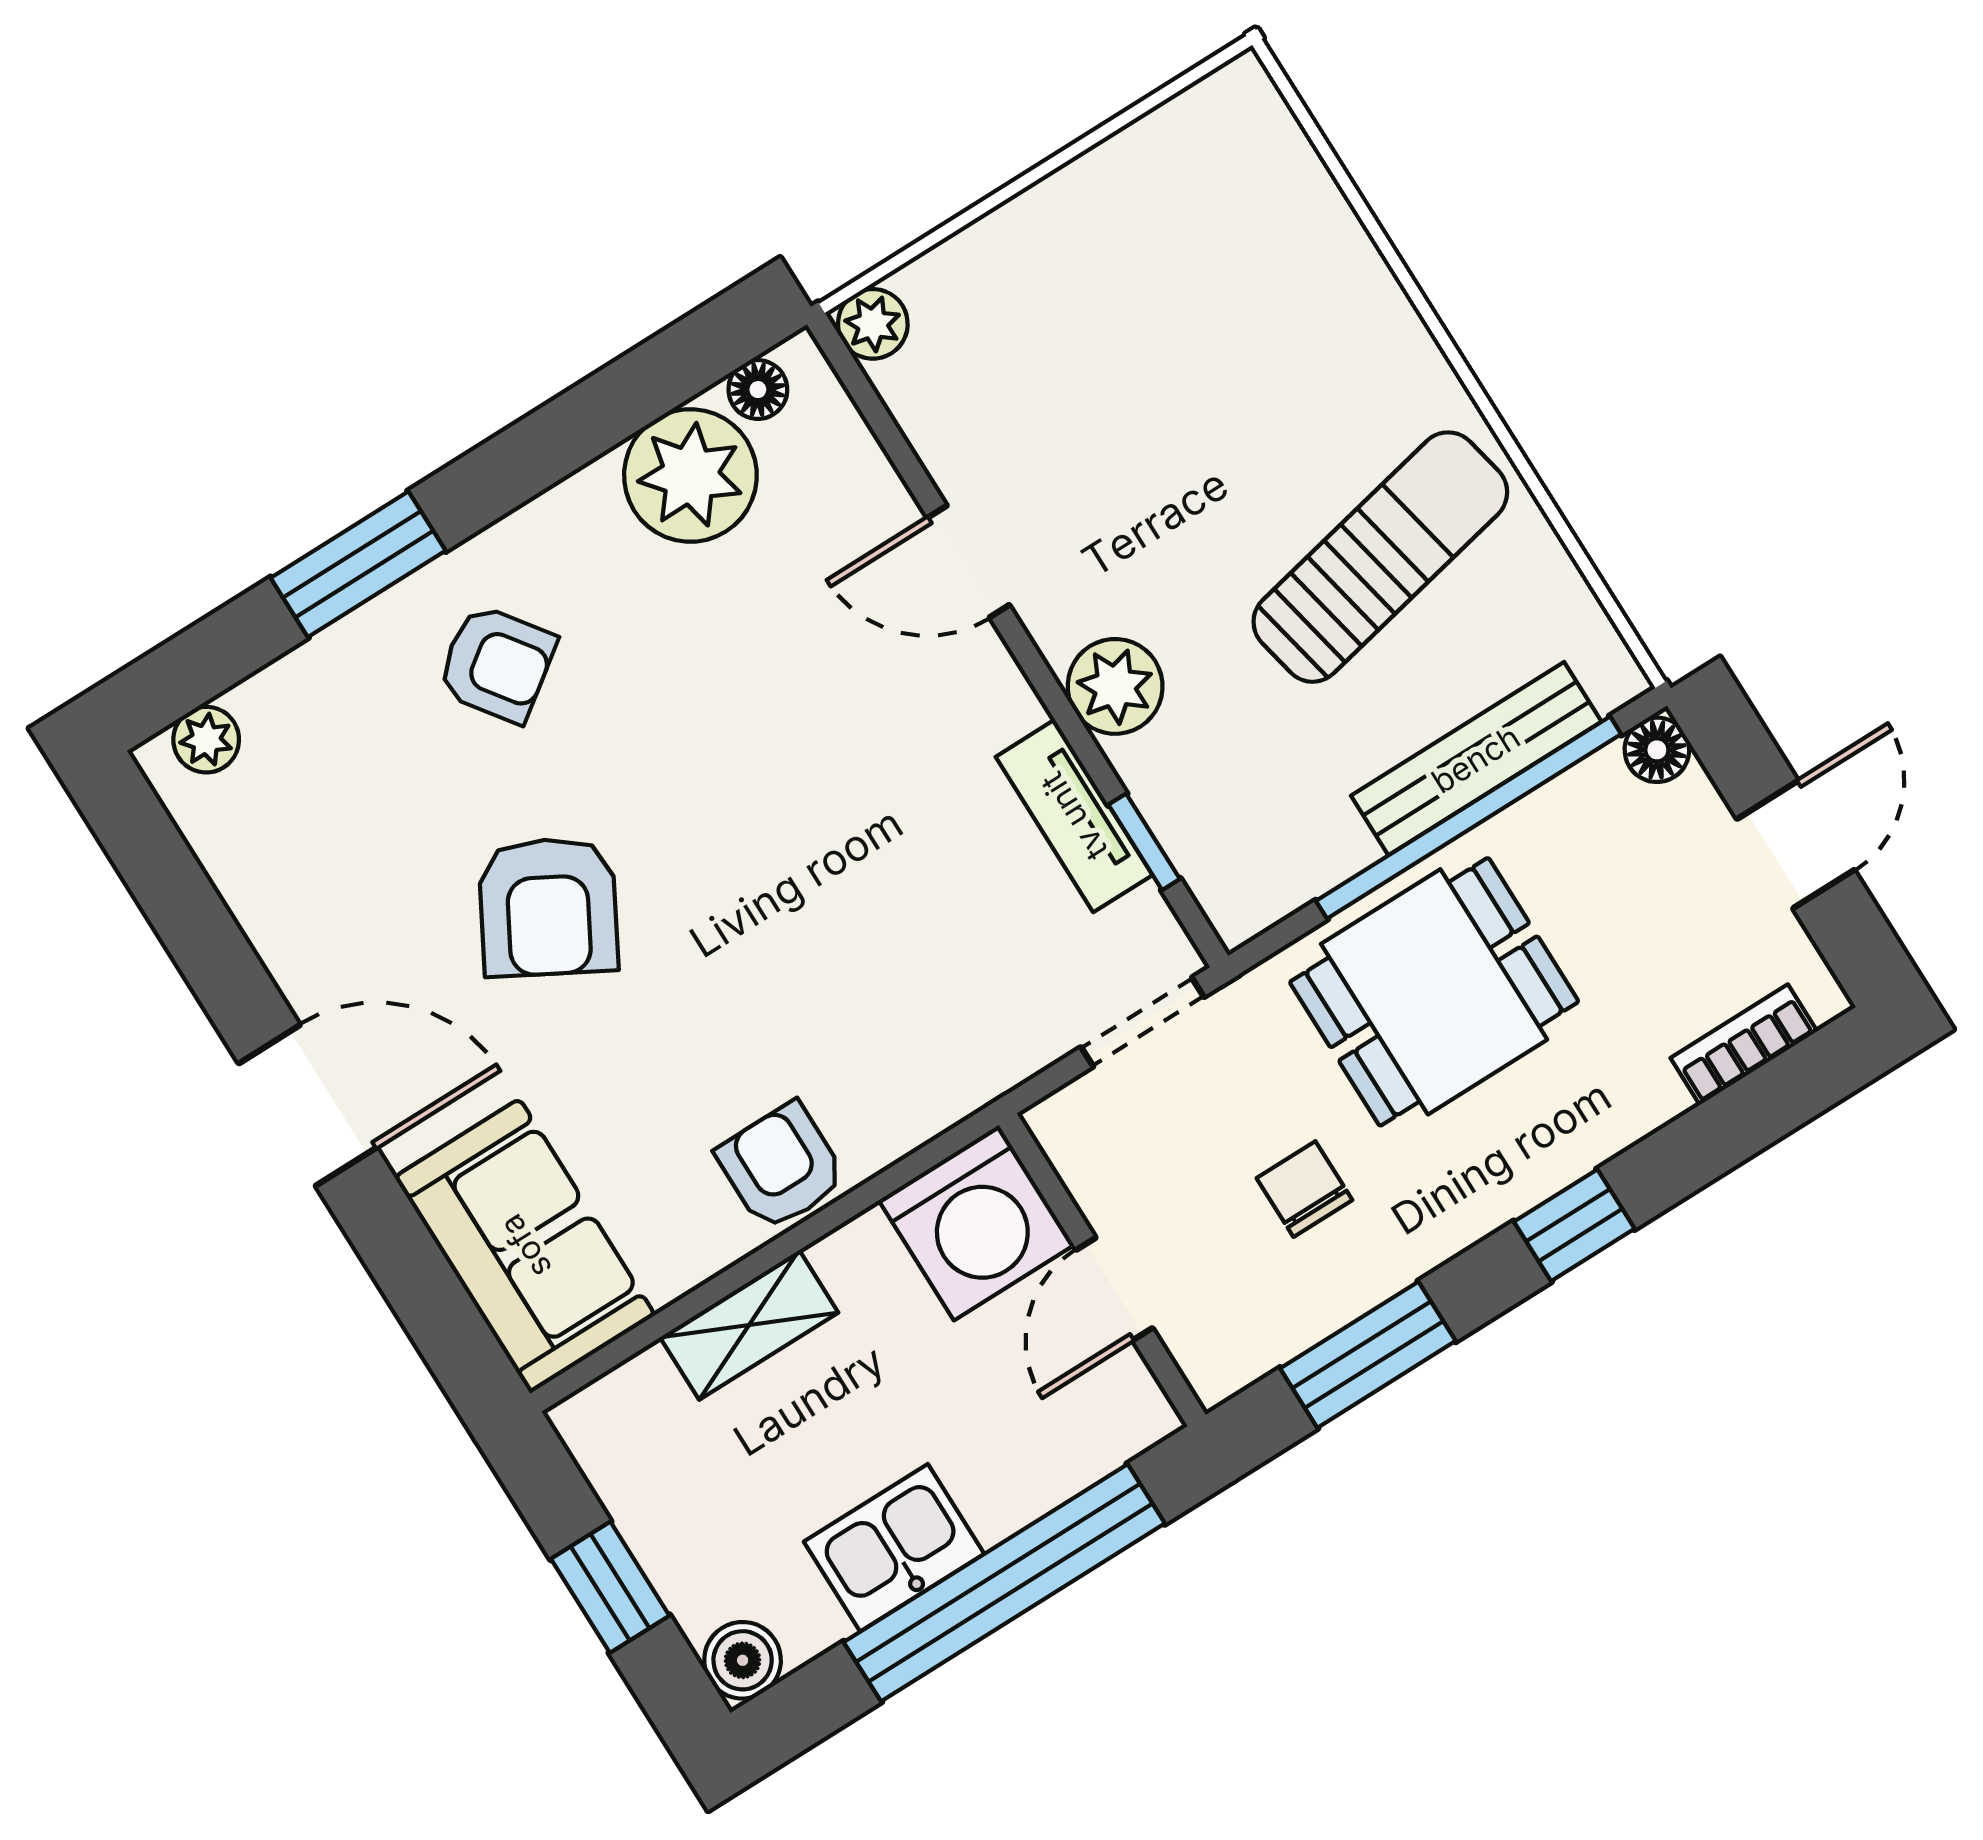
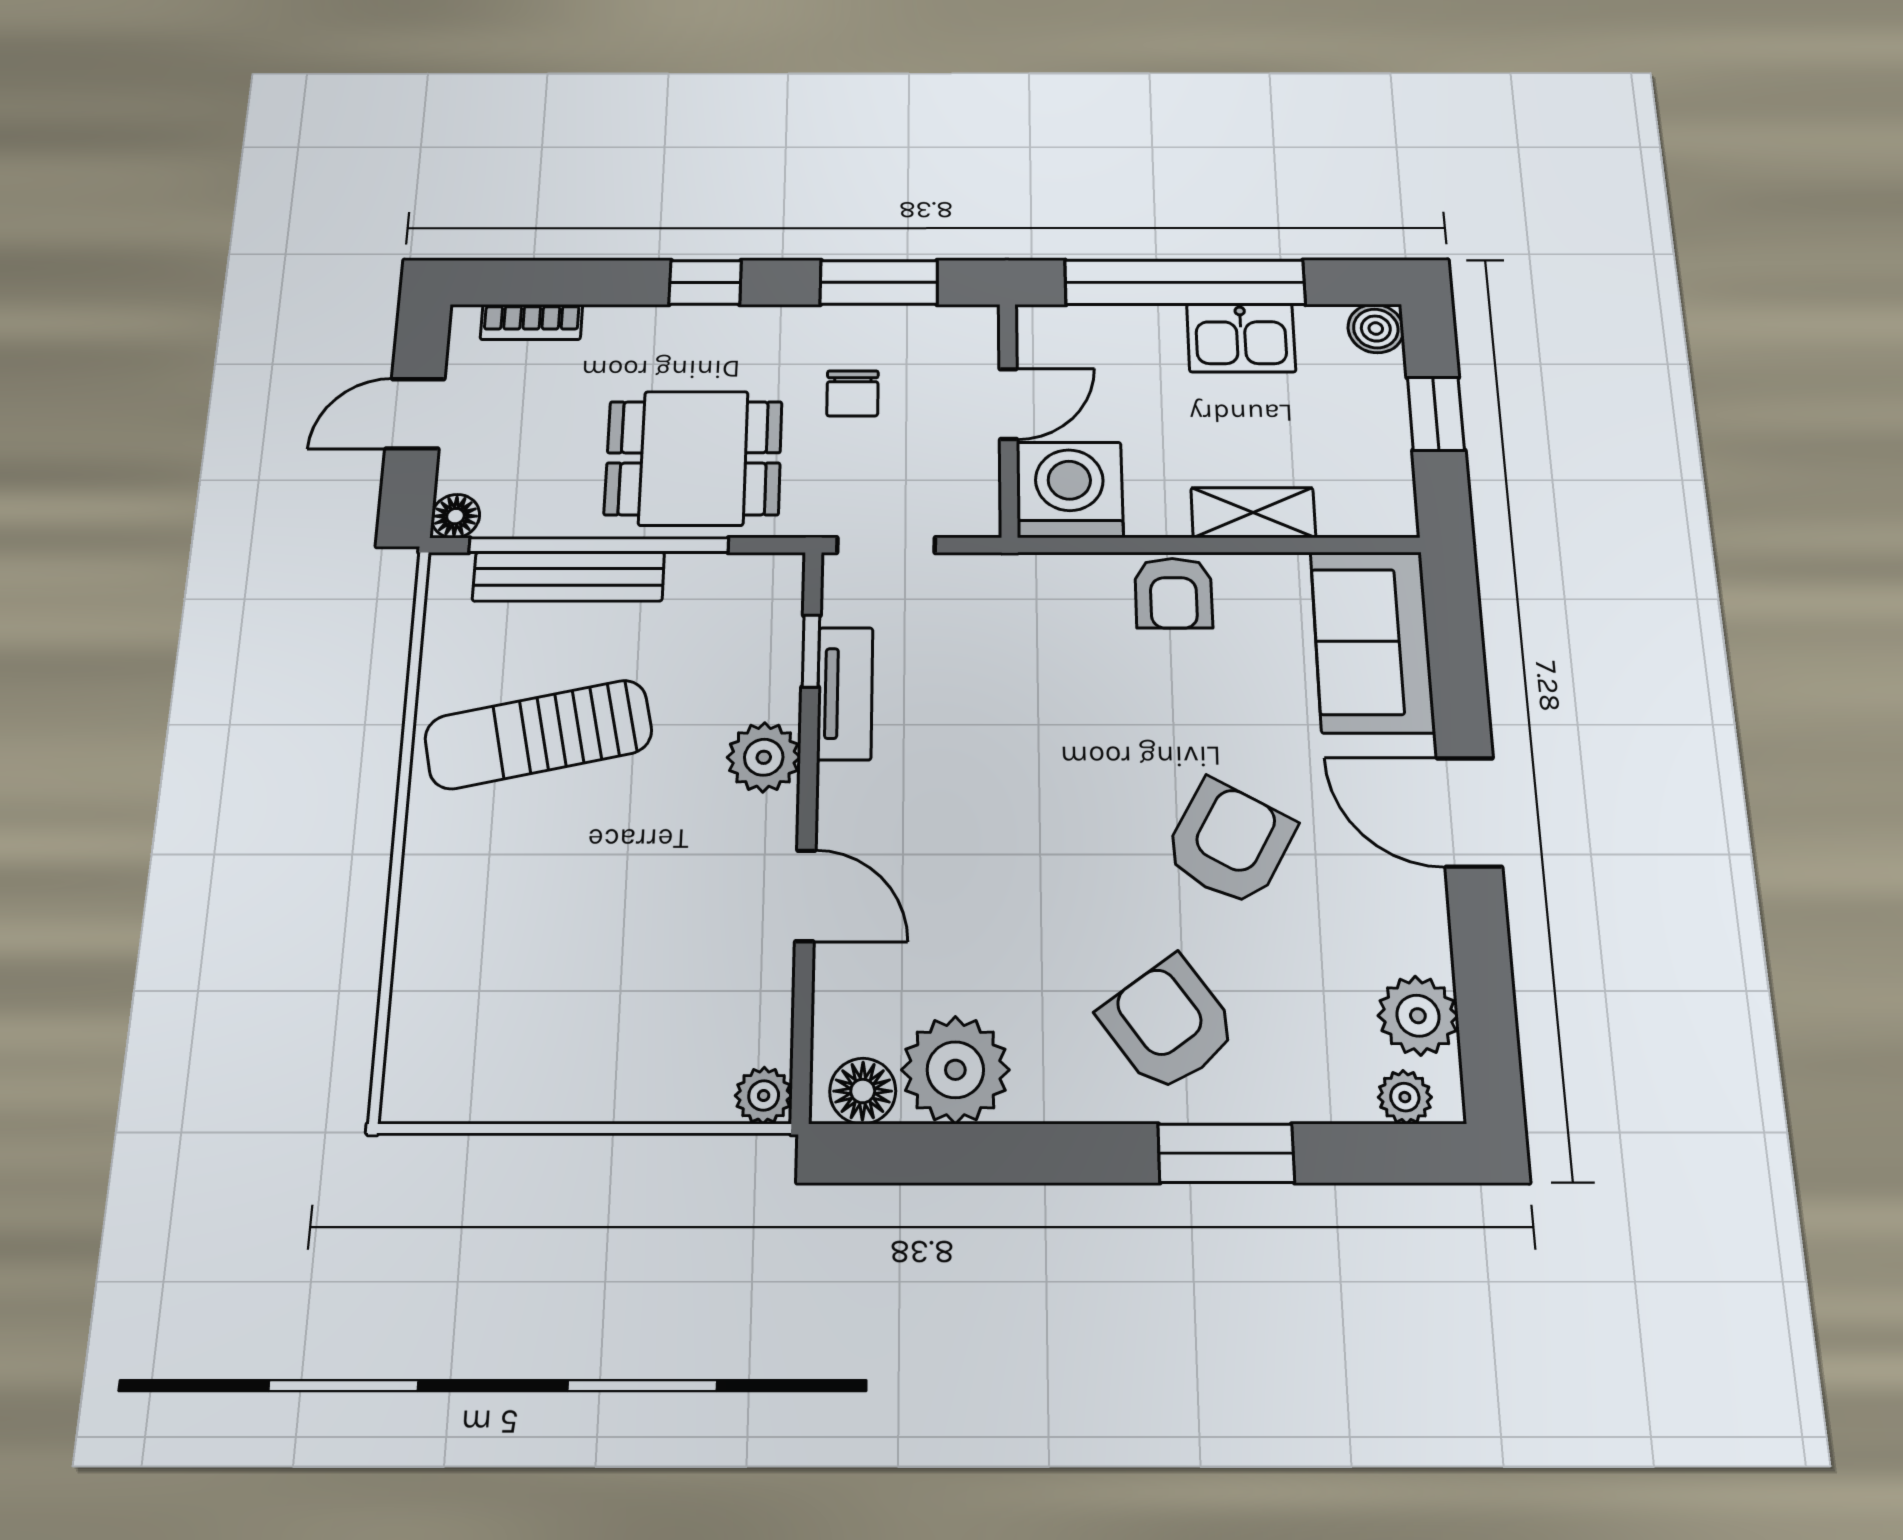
floor lamp: (758, 390) -> (863, 1091), width x1.37, depth x1.37
armchair: (497, 664) -> (1169, 1024), width x1.38, depth x1.38
plant: (240, 837) -> (1418, 1016), added

